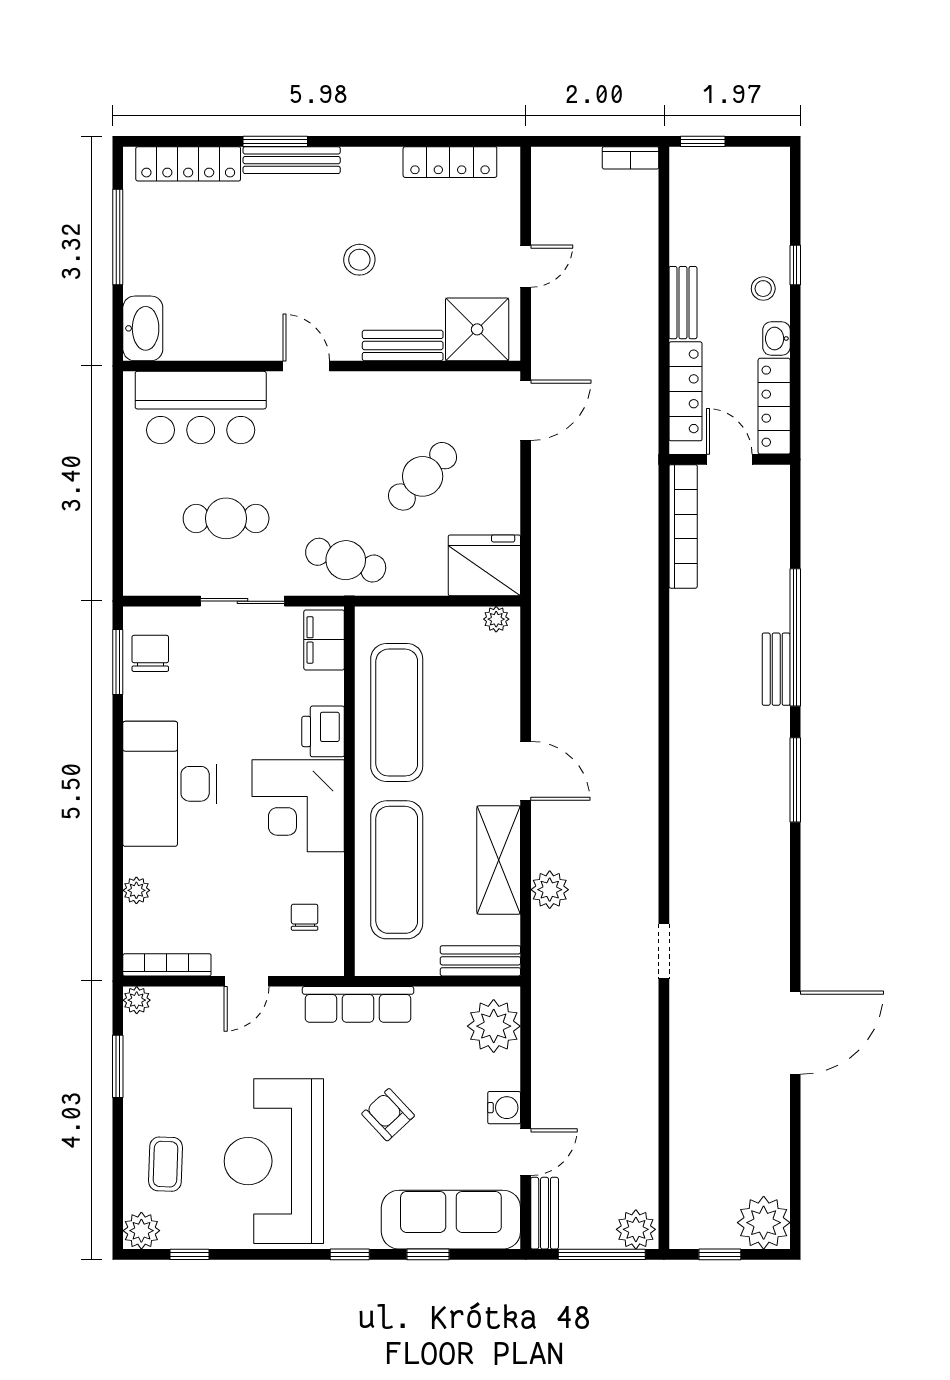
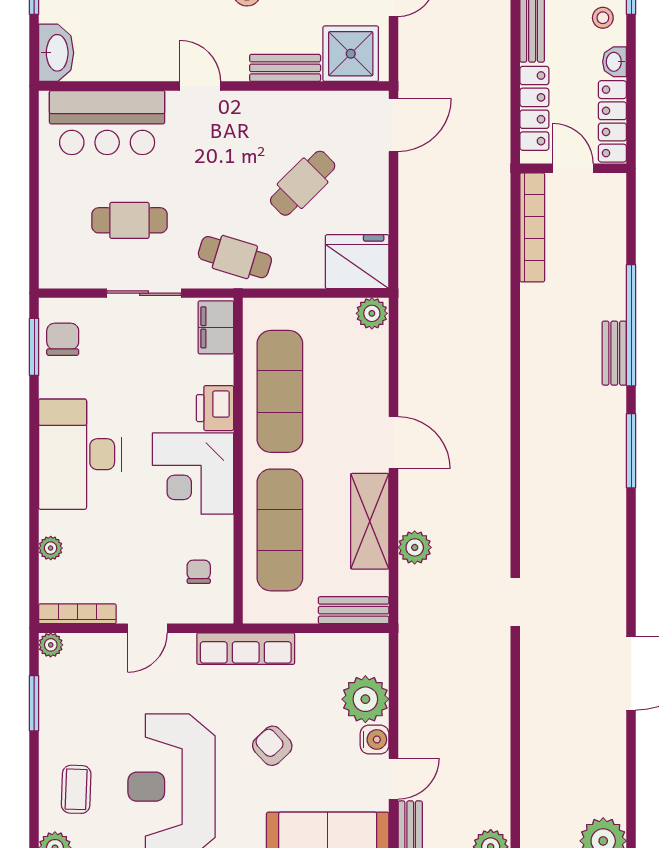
plant: (496, 619) -> (372, 313), width x1.38, depth x1.38
plant: (494, 1026) -> (365, 699), moved

